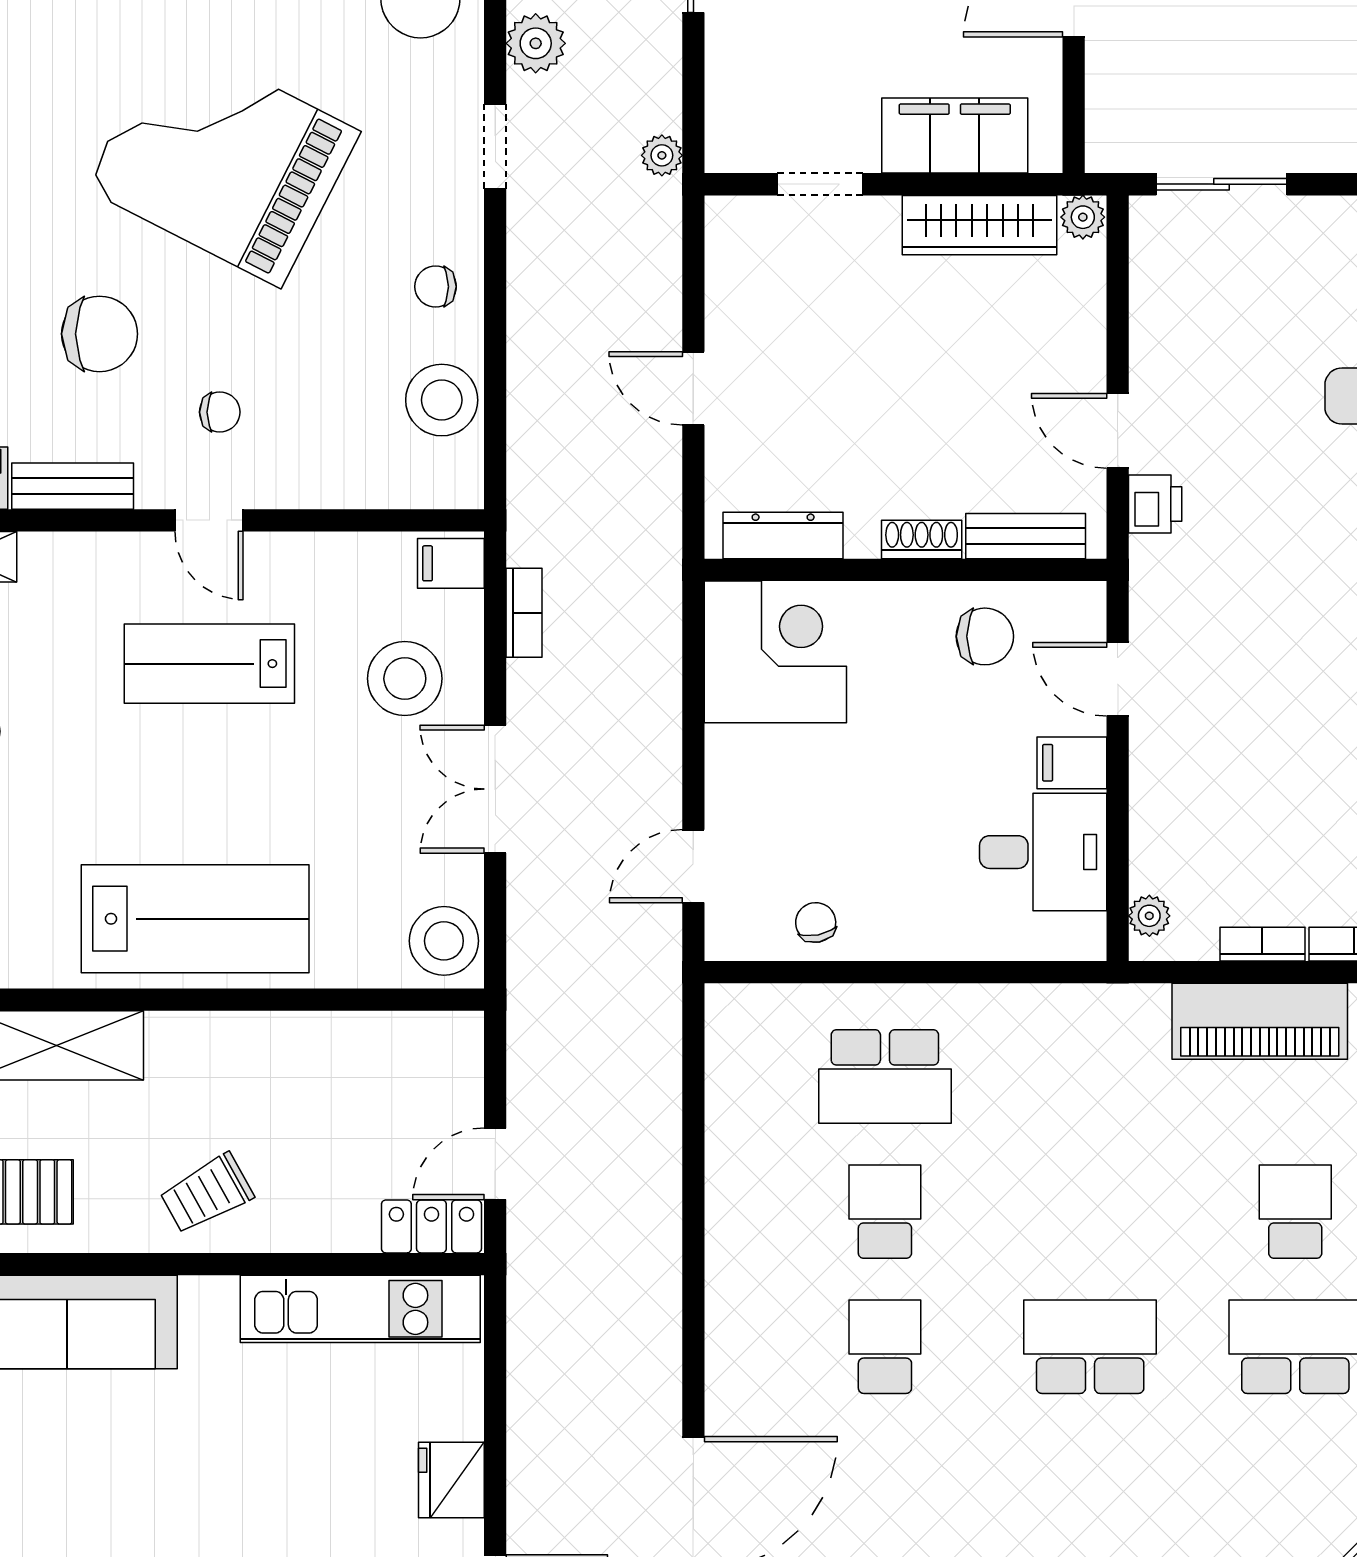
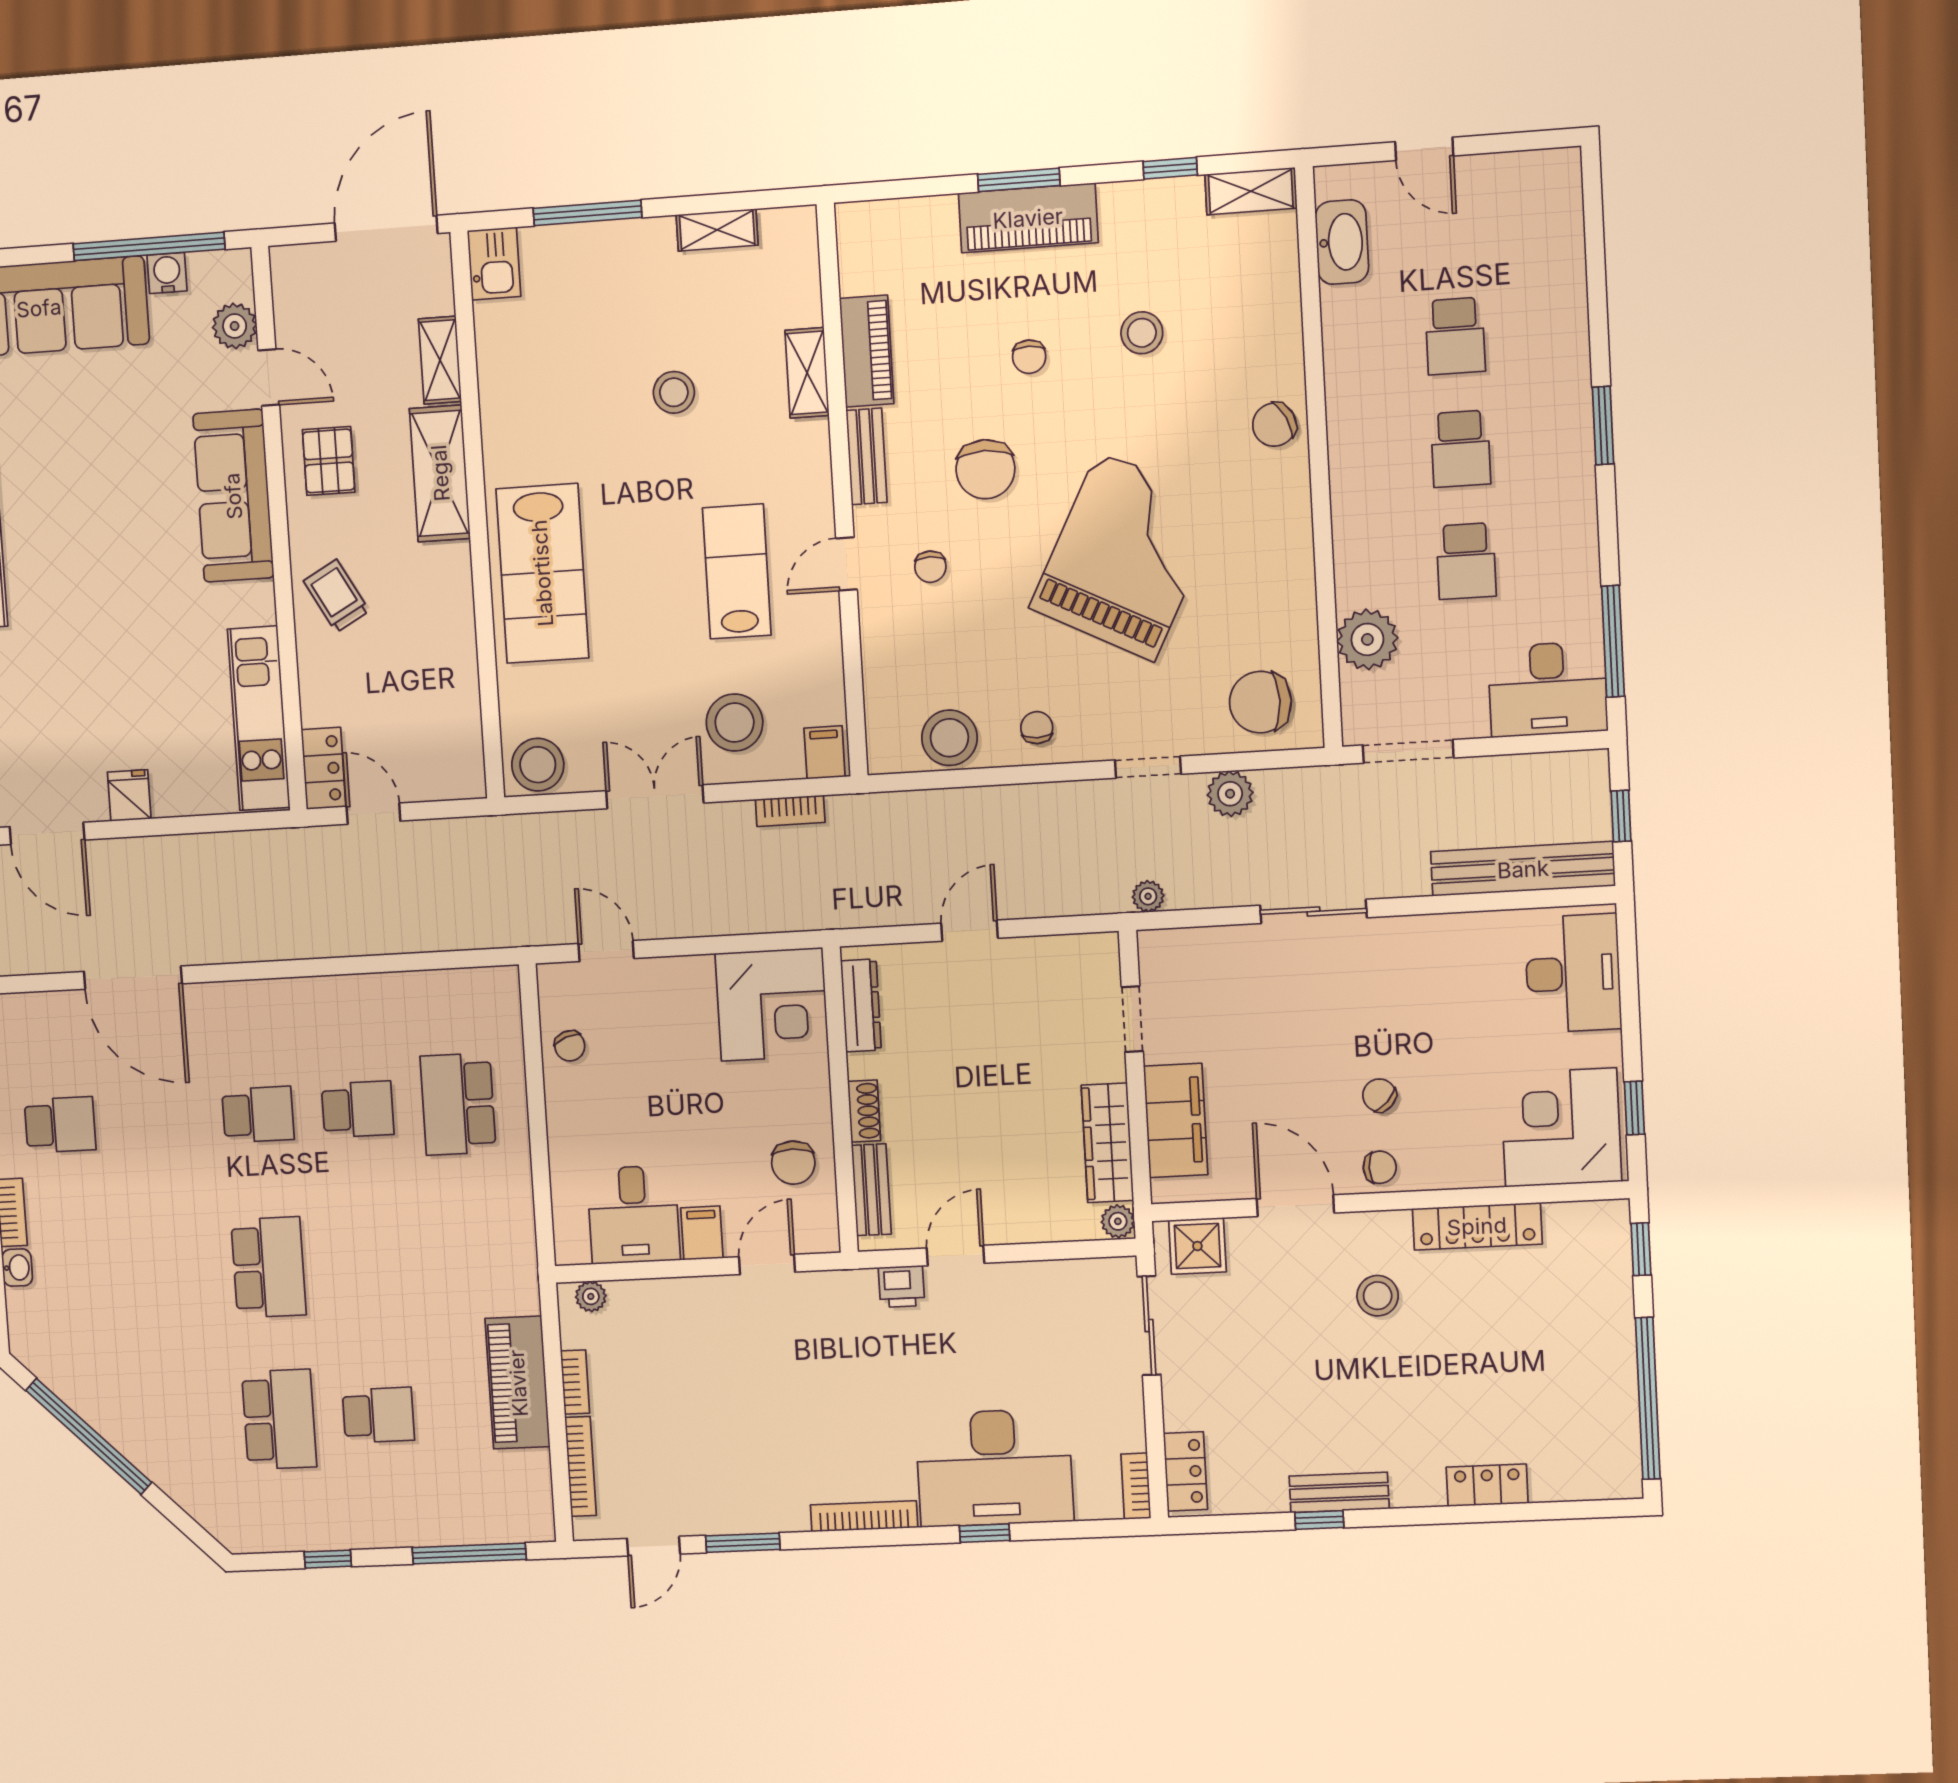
shower: (1120, 116) -> (1197, 1246), added
chair: (816, 922) -> (570, 1046), turned 81
fridge: (451, 1480) -> (129, 795), width x0.72

